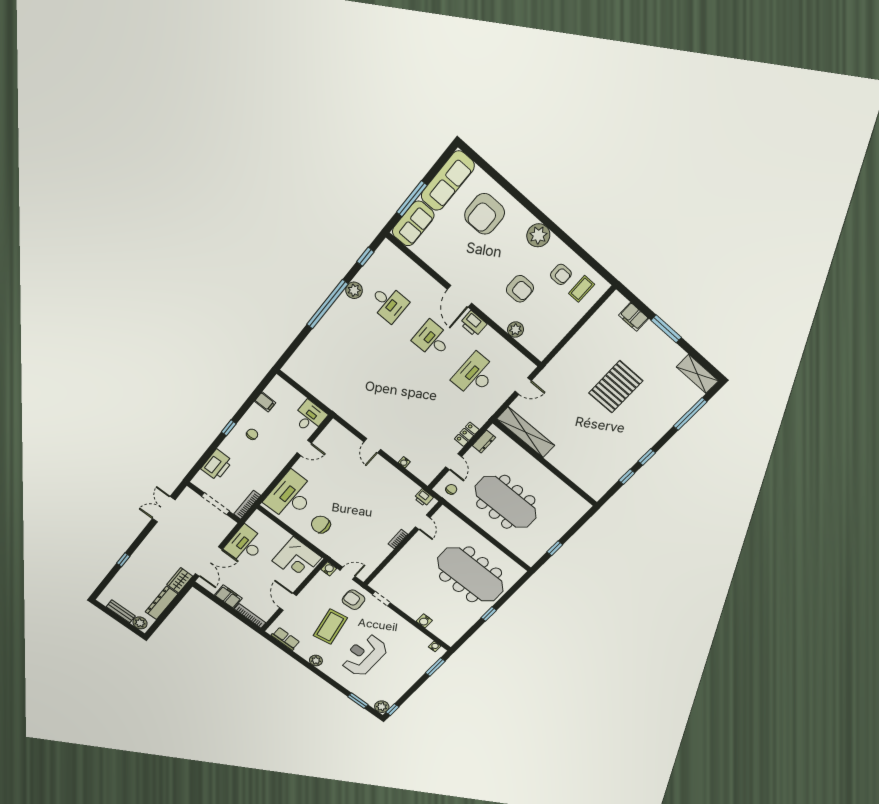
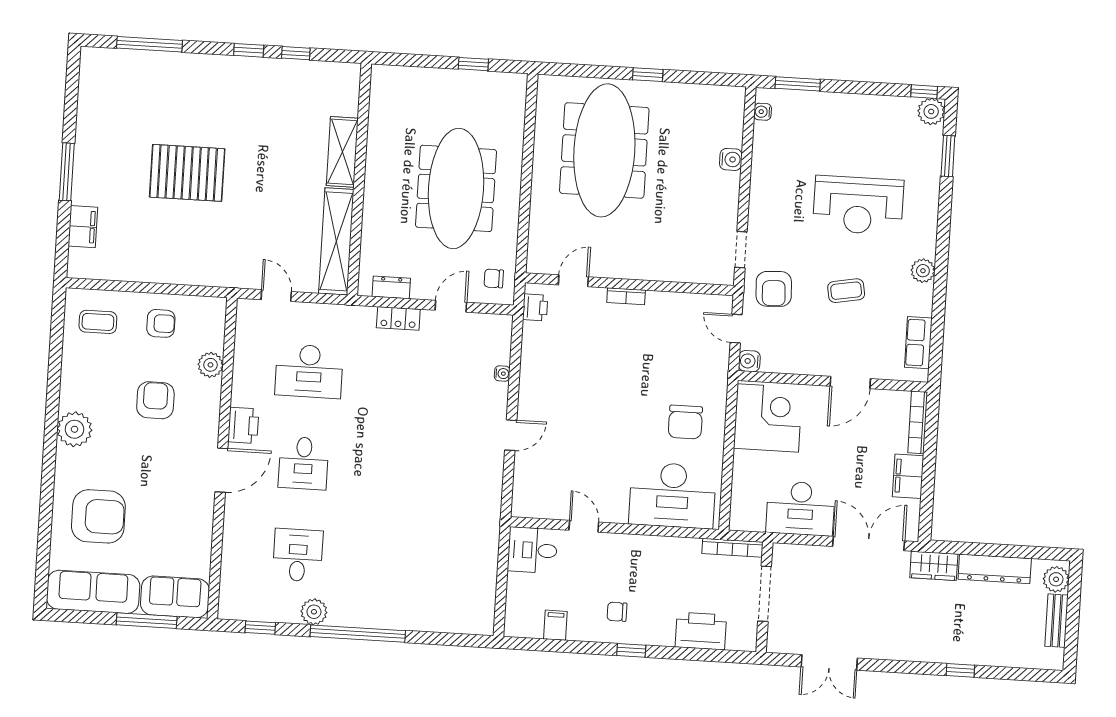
armchair: (561, 274) -> (161, 323), moved, turned 90
shelving: (697, 374) -> (342, 152), moved
coffee table: (330, 627) -> (846, 291), width x0.54, depth x0.58

